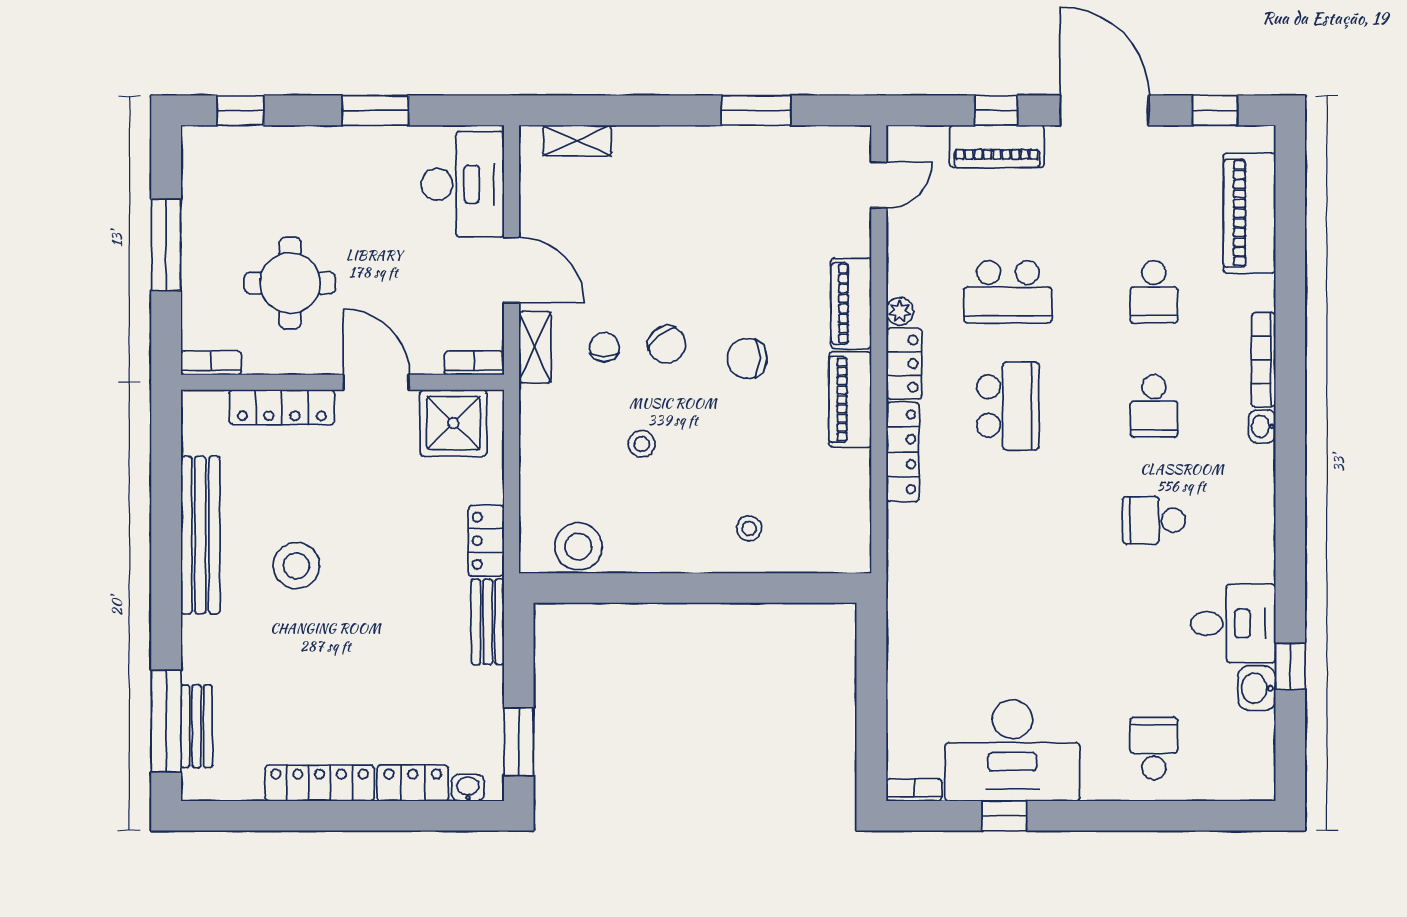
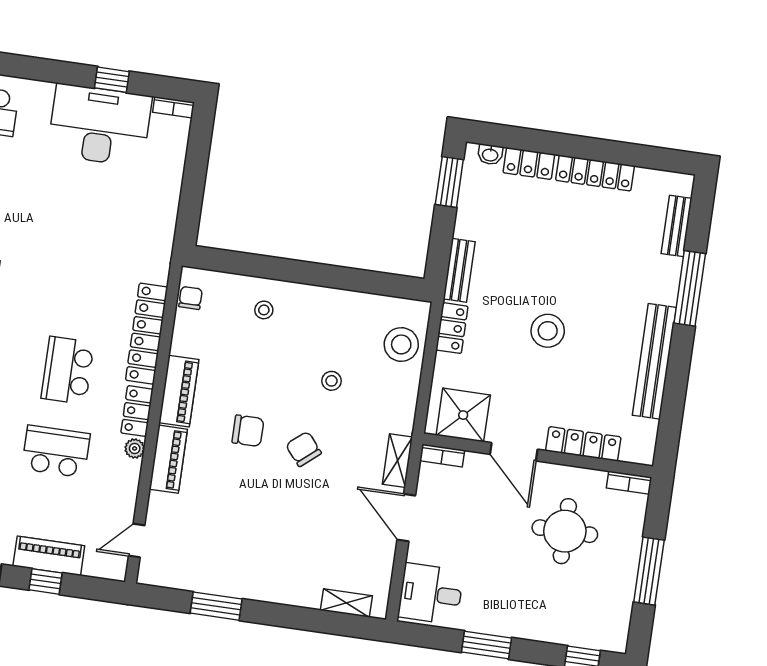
desk: (463, 184) -> (431, 594), width x0.73
chair: (604, 347) -> (191, 298), moved, turned 180
locker: (903, 452) -> (147, 334), width x1.41, depth x1.21
stool: (578, 547) -> (401, 344), moved
stool: (296, 566) -> (548, 331), moved
window: (166, 721) -> (690, 288), moved

